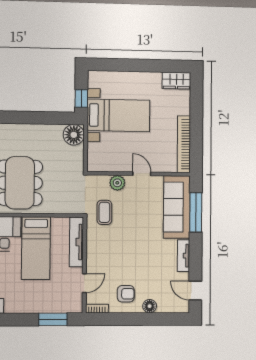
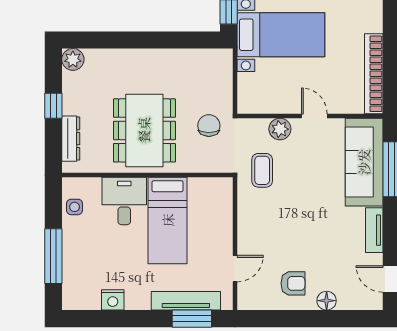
floor lamp: (74, 135) -> (218, 63), removed
chair: (66, 180) -> (209, 126), added
tv unit: (76, 242) -> (186, 301), moved, turned 90
bookcase: (97, 309) -> (253, 304), removed

